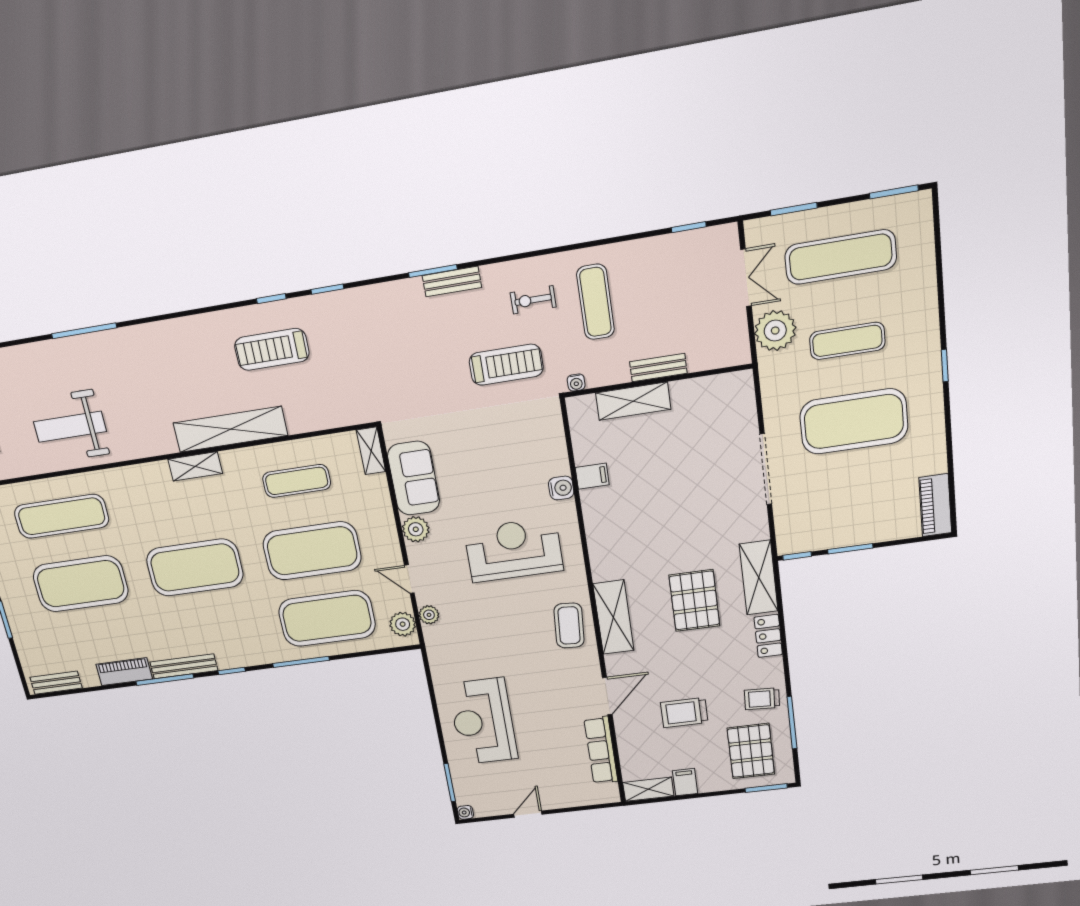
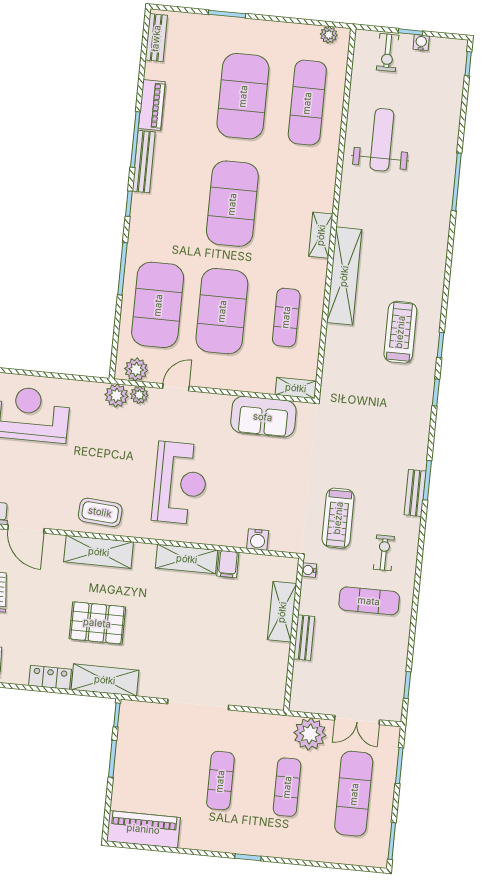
exercise mat: (854, 422) -> (220, 781), width x0.50, depth x0.69
water cooler: (561, 488) -> (258, 540), moved
piano: (935, 505) -> (143, 829), width x1.37, depth x1.33
shelving: (598, 523) -> (187, 559), added
plant: (416, 529) -> (116, 396), moved

